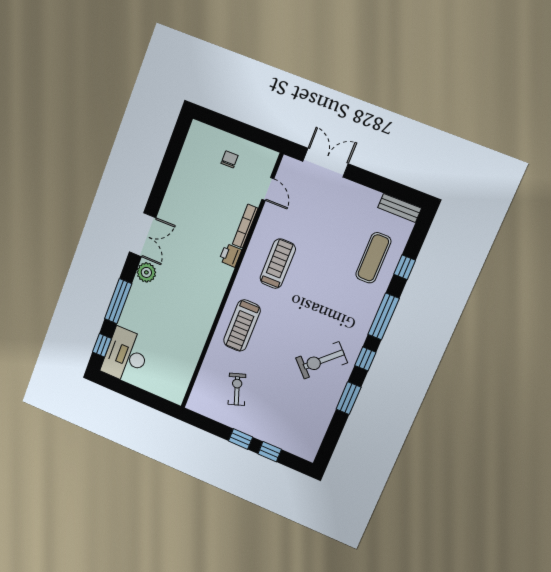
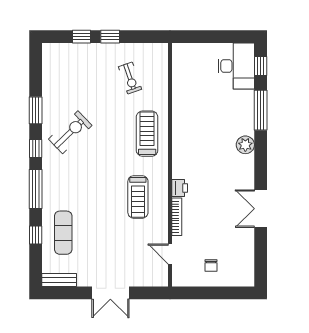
double door: (325, 163) -> (110, 293), moved
double door: (143, 235) -> (261, 209), moved

